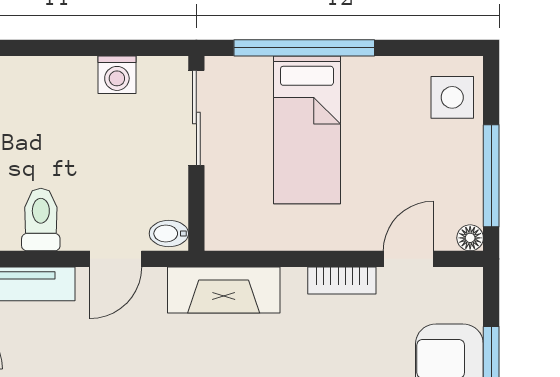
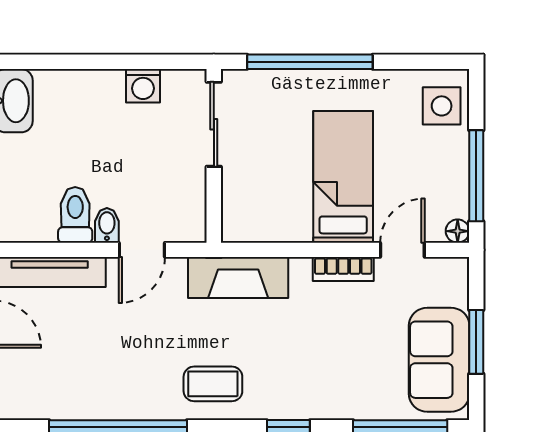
bed: (307, 130) -> (343, 177), moved, turned 180
bidet: (169, 234) -> (107, 225), moved, turned 90

